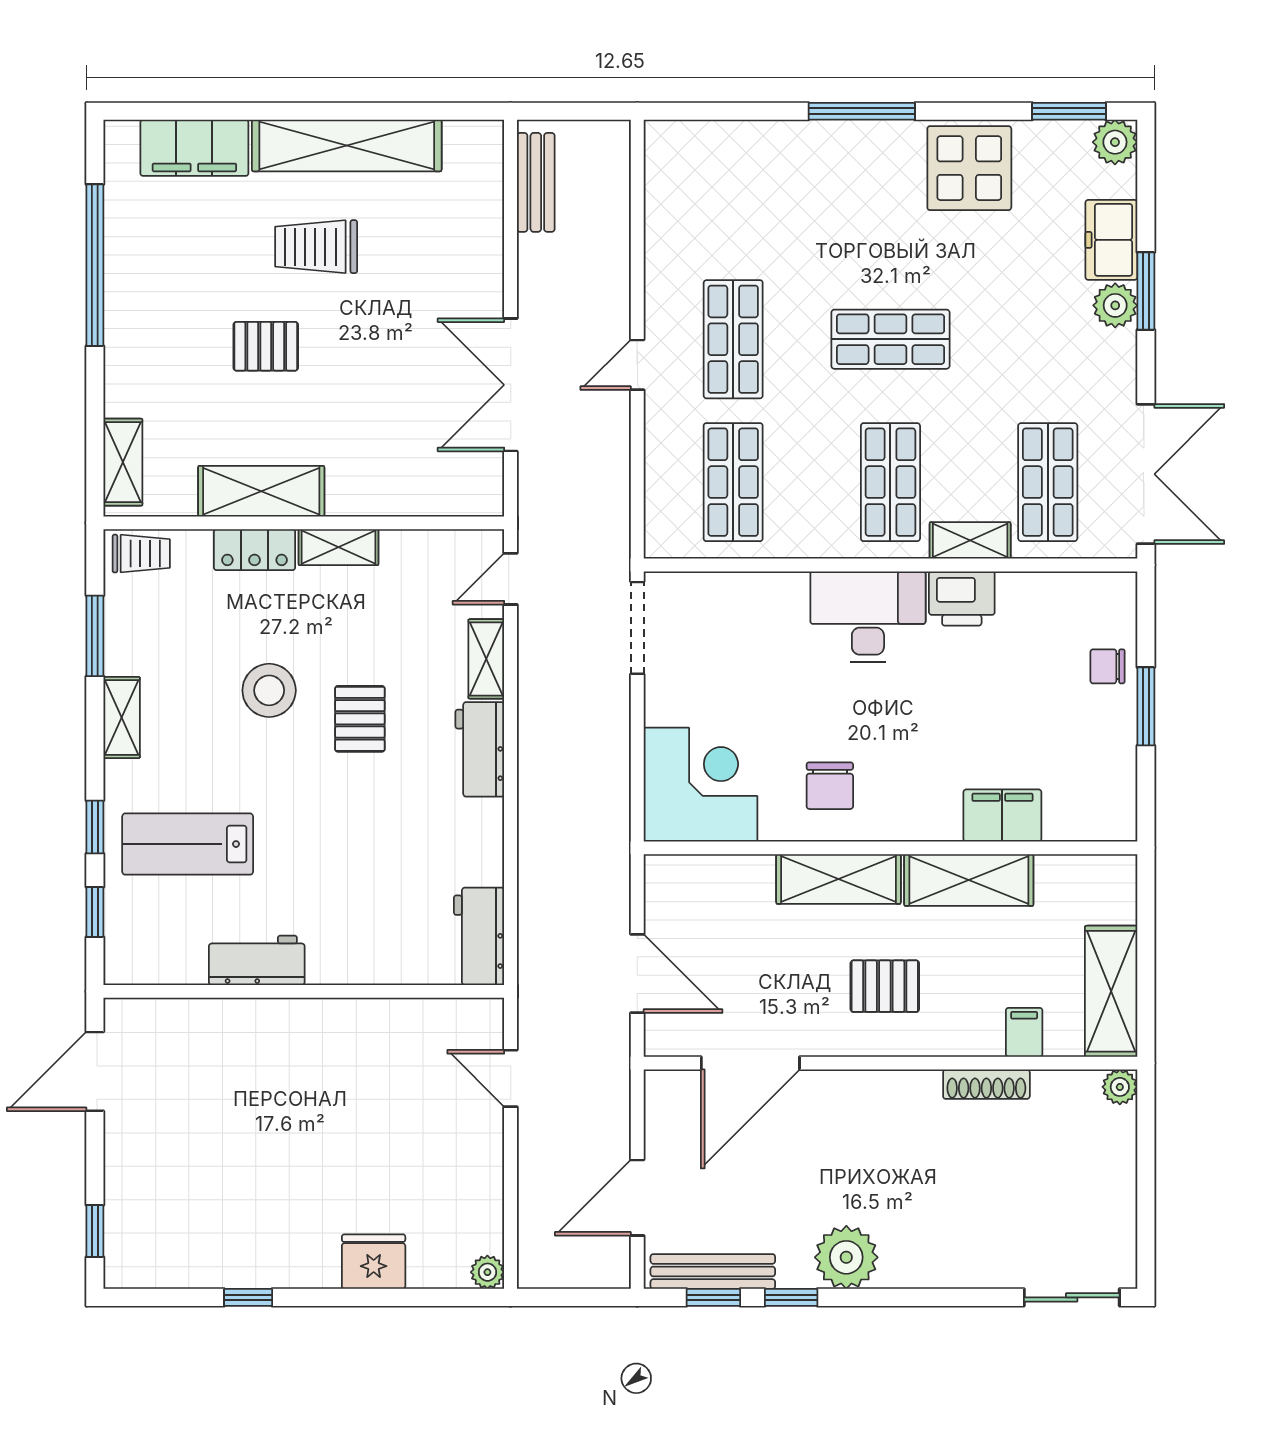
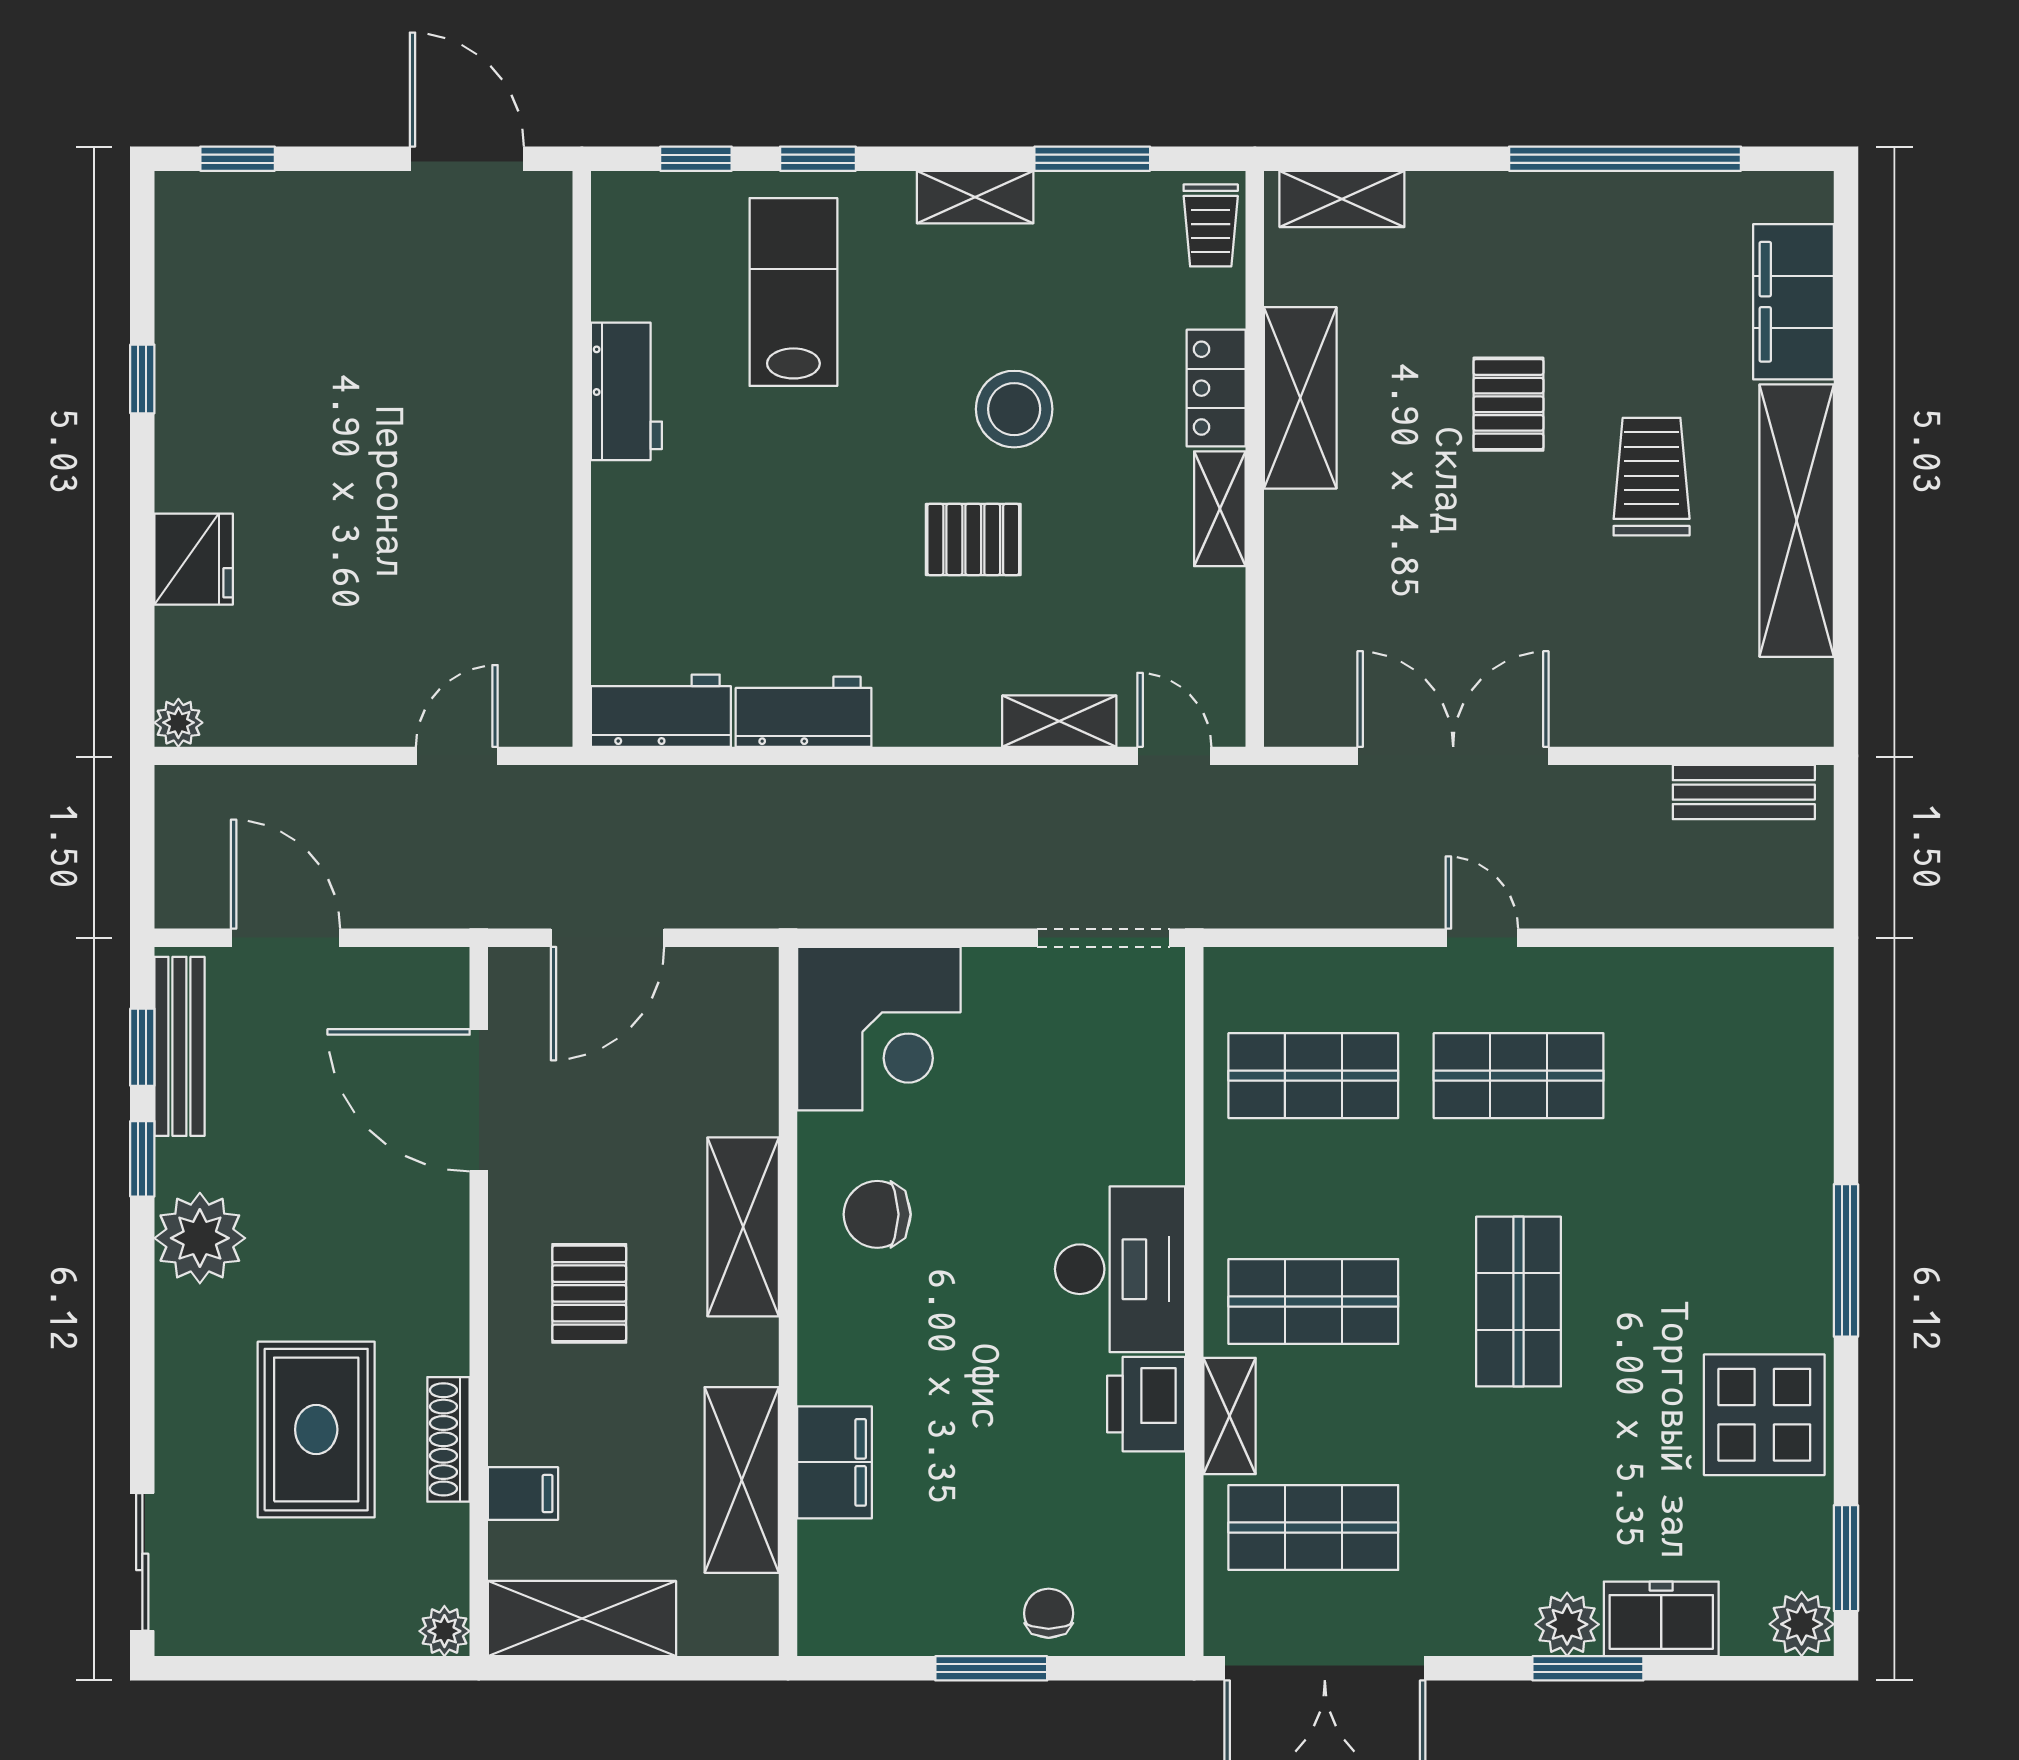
workbench: (480, 749) -> (804, 712), moved
shelving: (969, 880) -> (742, 1480), moved
rug: (980, 1176) -> (316, 1430), added

